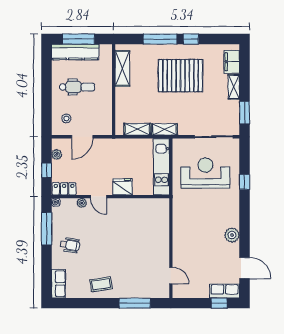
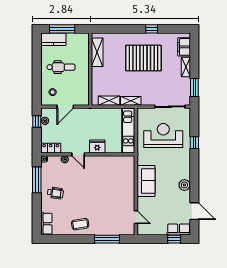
window: (160, 39) -> (127, 29), removed
kitchen counter: (75, 52) -> (53, 39), width x0.67
window: (47, 170) -> (37, 121), moved
sofa: (184, 230) -> (146, 181), added

